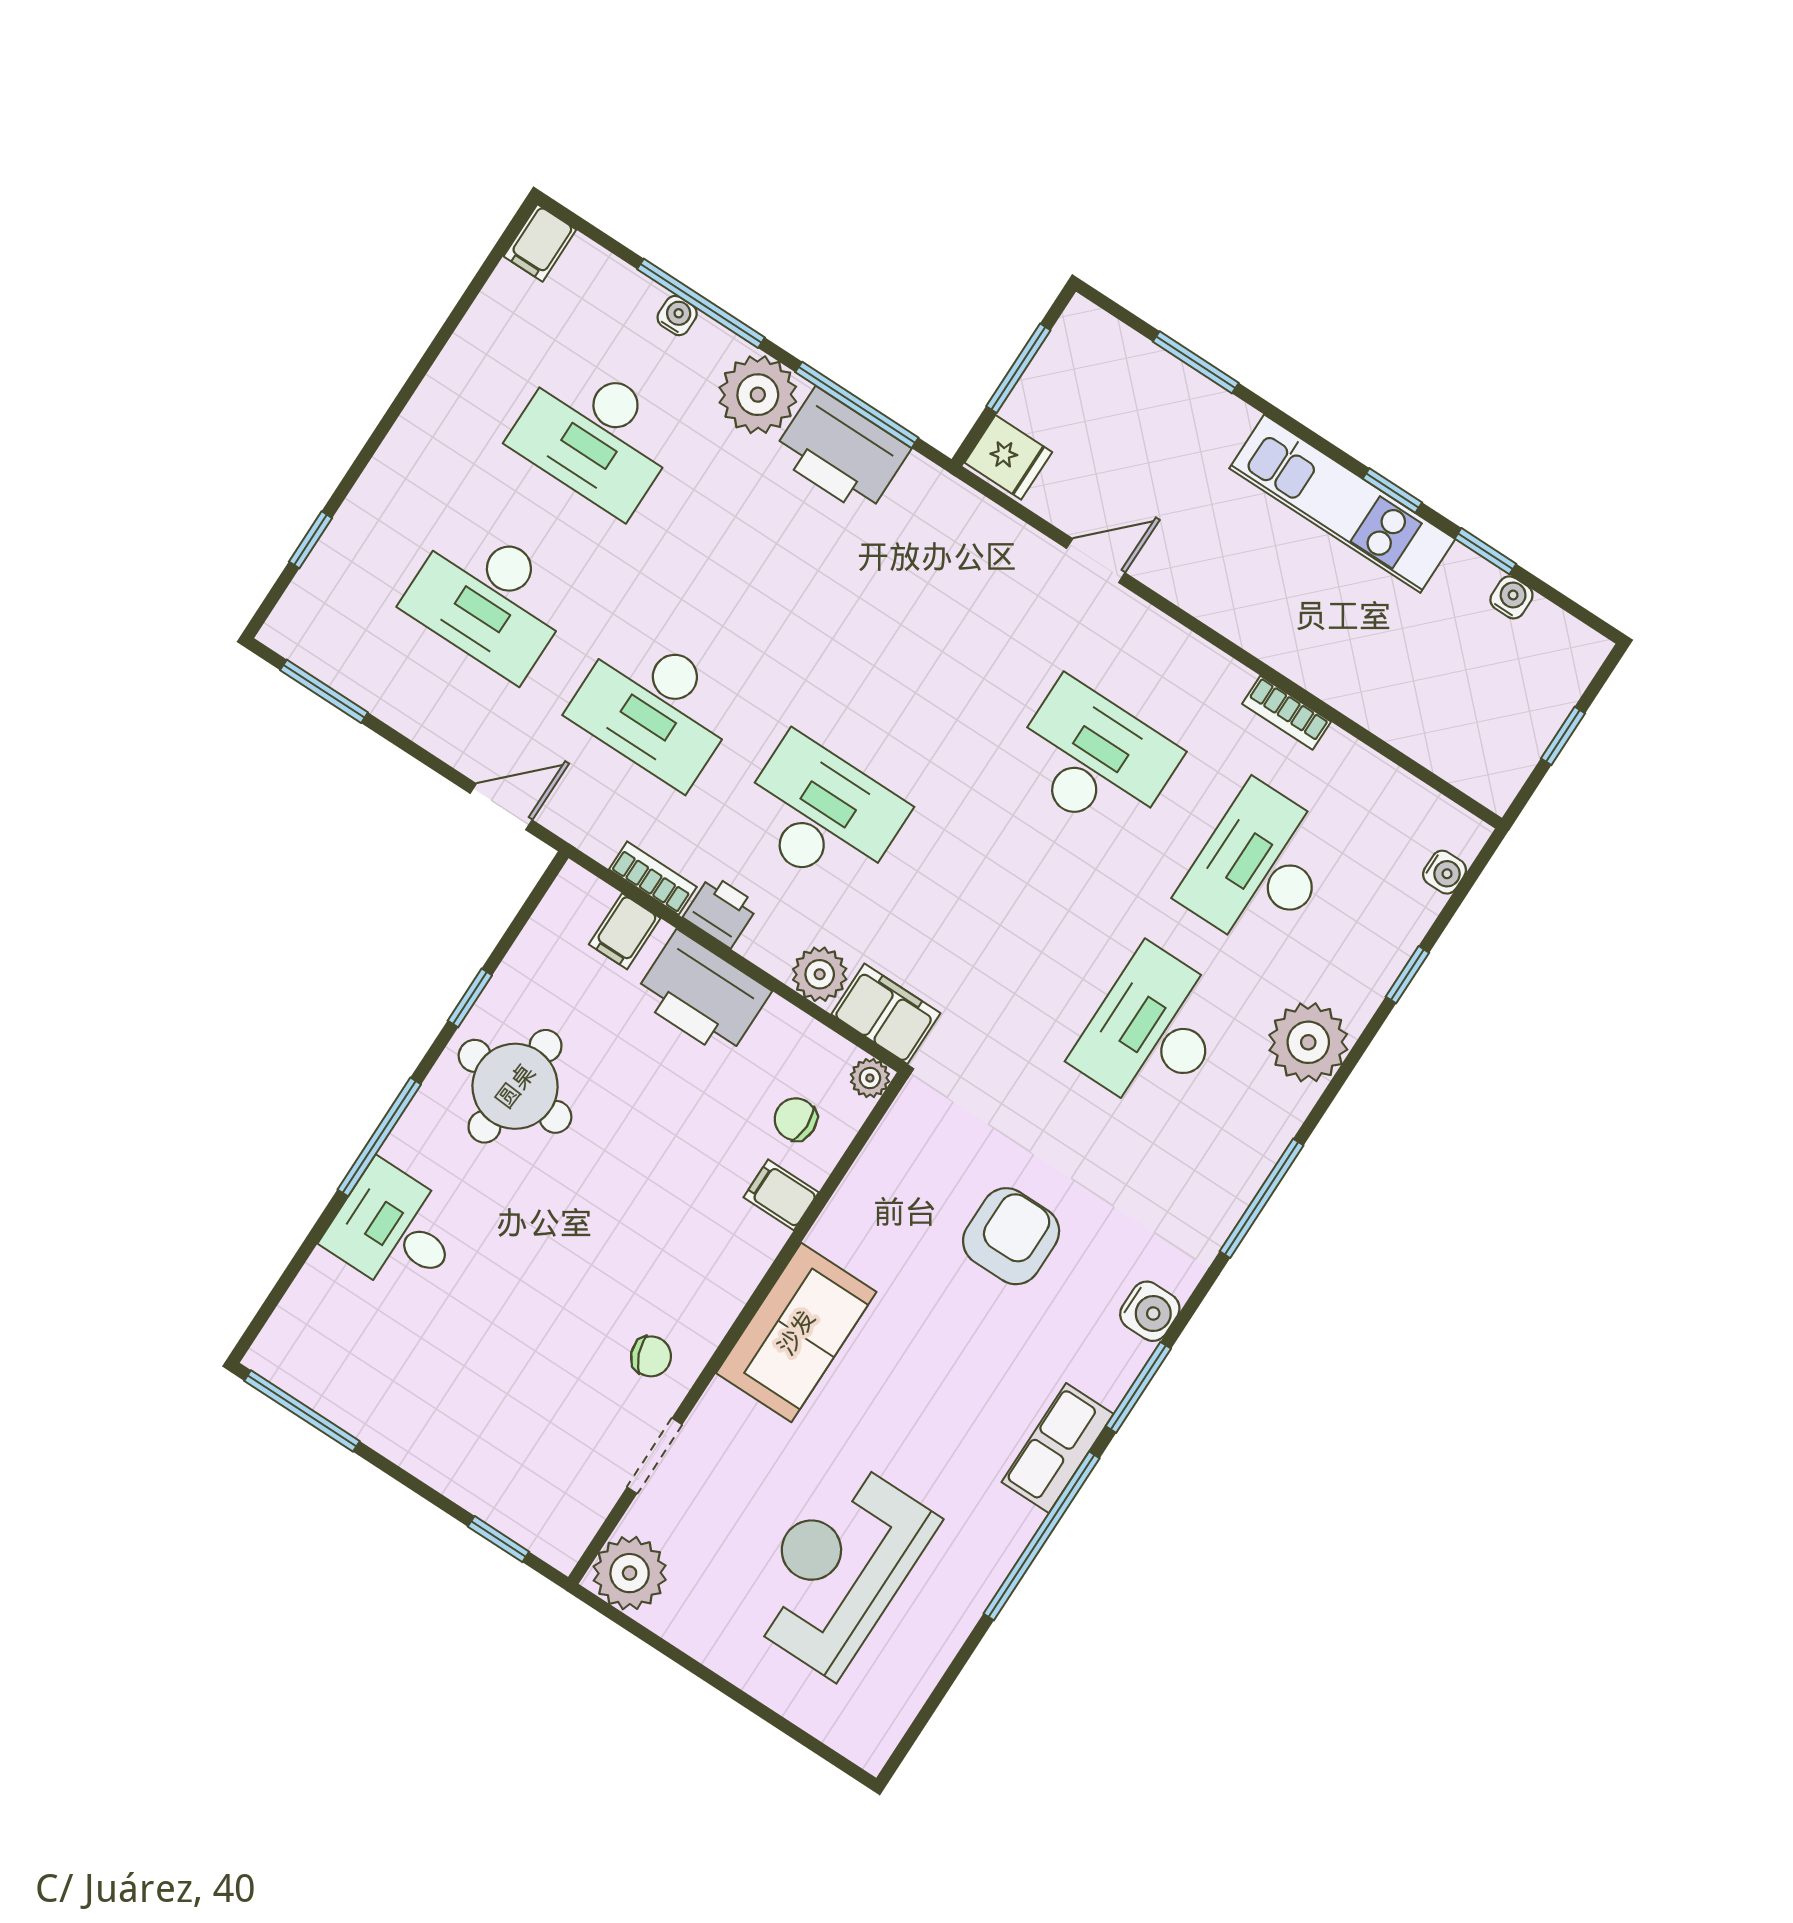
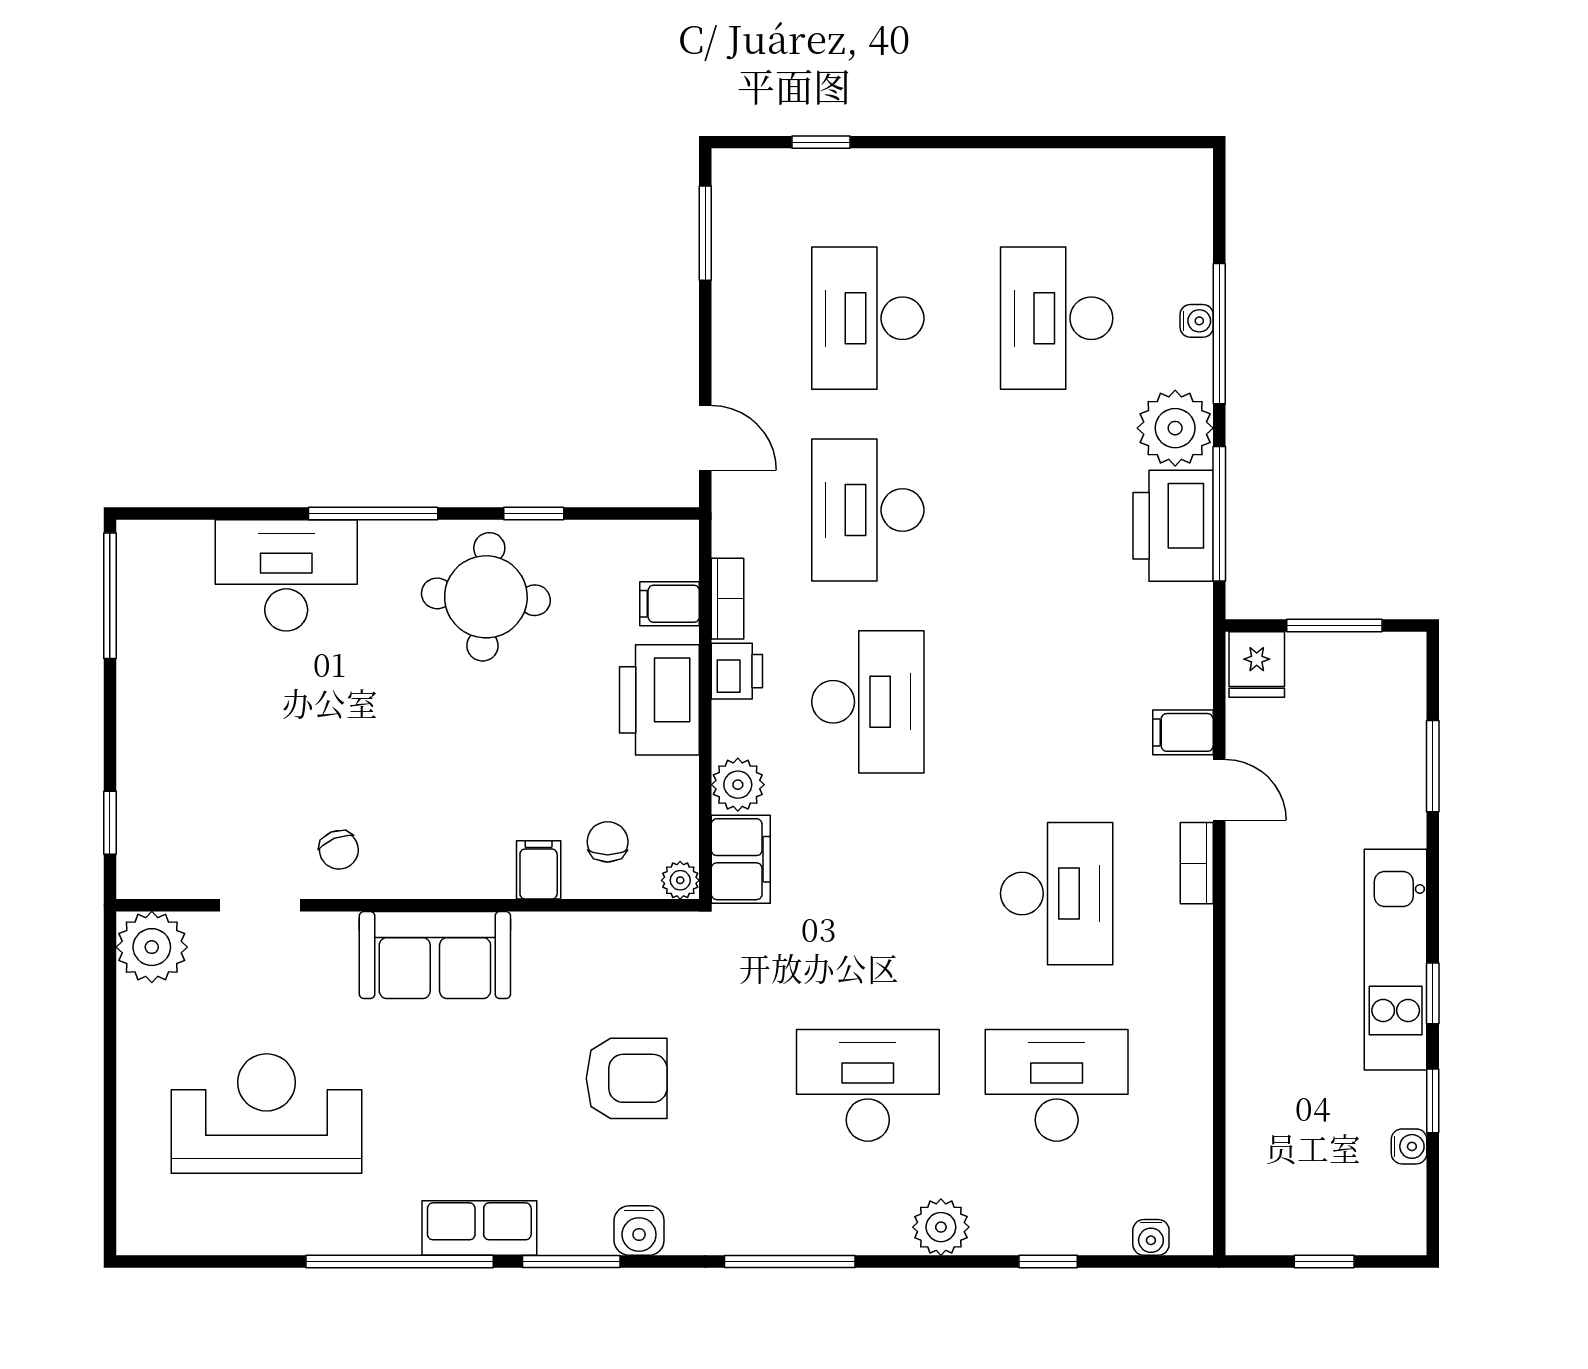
filing cabinet: (540, 243) -> (1183, 732), moved
bookcase: (1286, 713) -> (1197, 863), moved
plant: (1308, 1042) -> (941, 1227), width x0.73, depth x0.73
desk: (395, 1230) -> (286, 575), width x1.37

